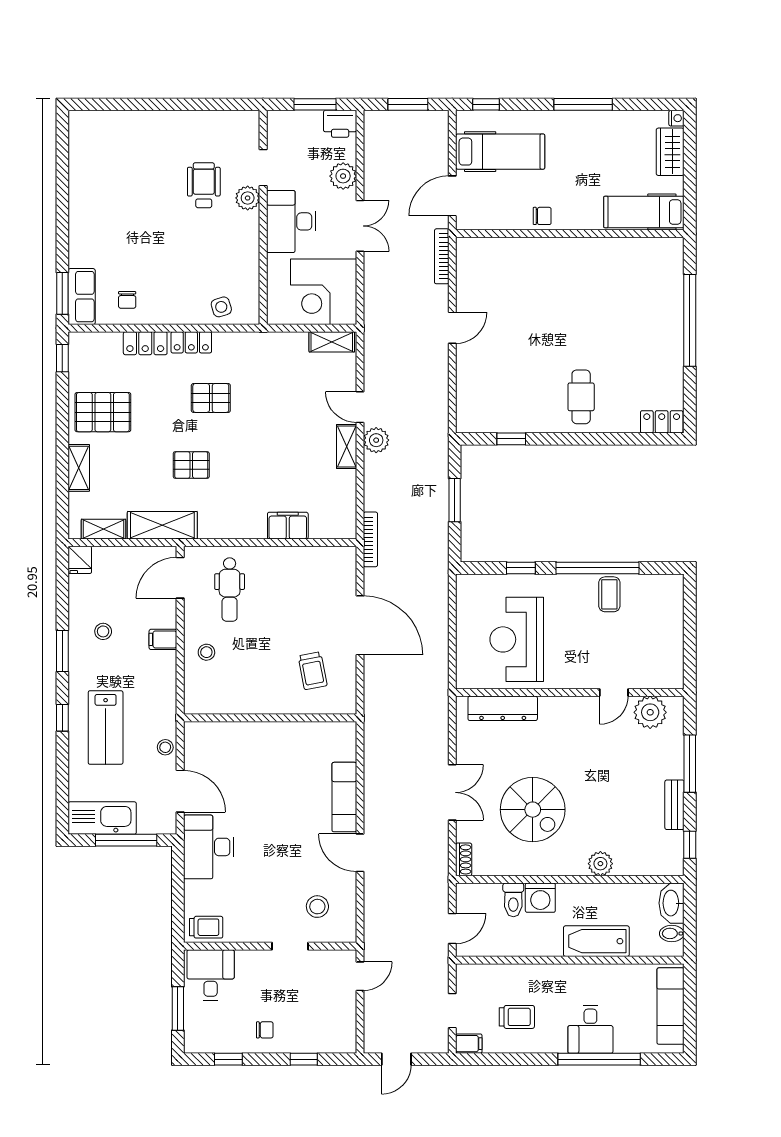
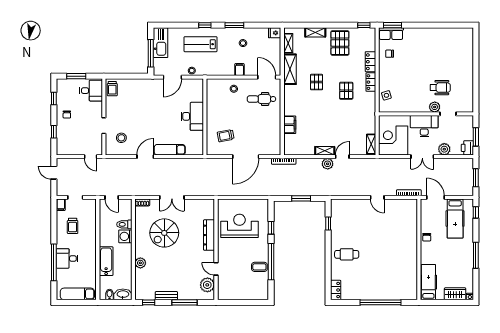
dresser: (503, 708) -> (209, 235), moved
desk: (209, 847) -> (192, 116), moved, turned 90

